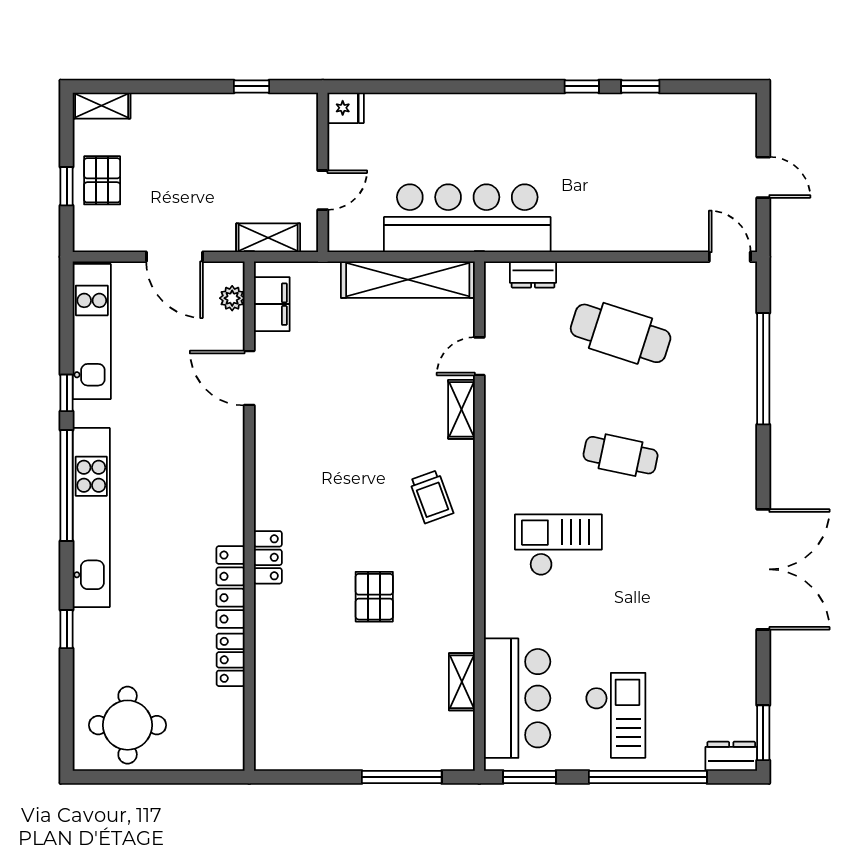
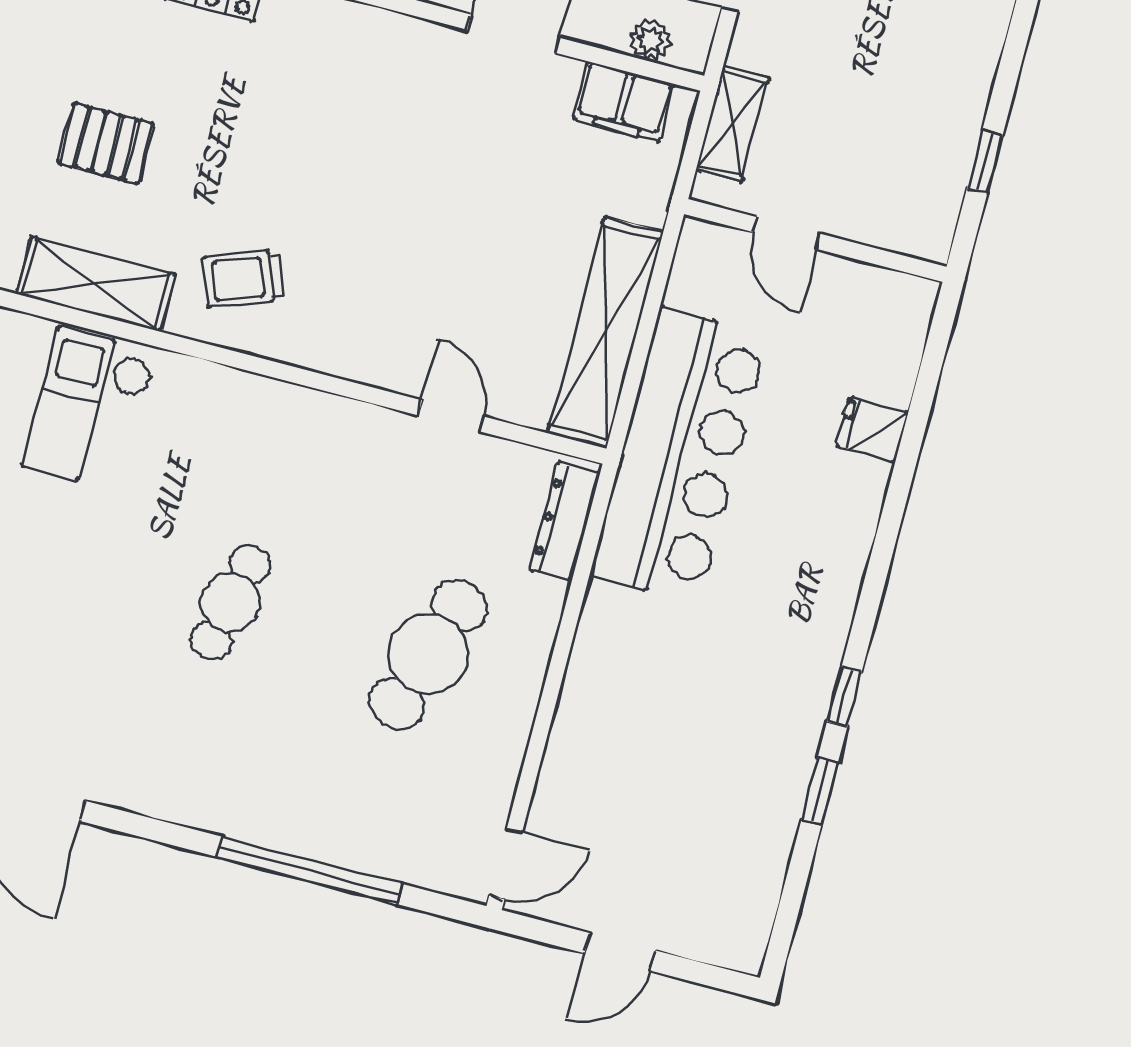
fridge: (346, 108) -> (872, 429), moved, turned 90
dresser: (533, 274) -> (565, 521), width x1.44
shelving: (461, 409) -> (96, 284), moved, width x1.50, depth x1.33
checkout: (558, 545) -> (89, 409), moved, turned 180

